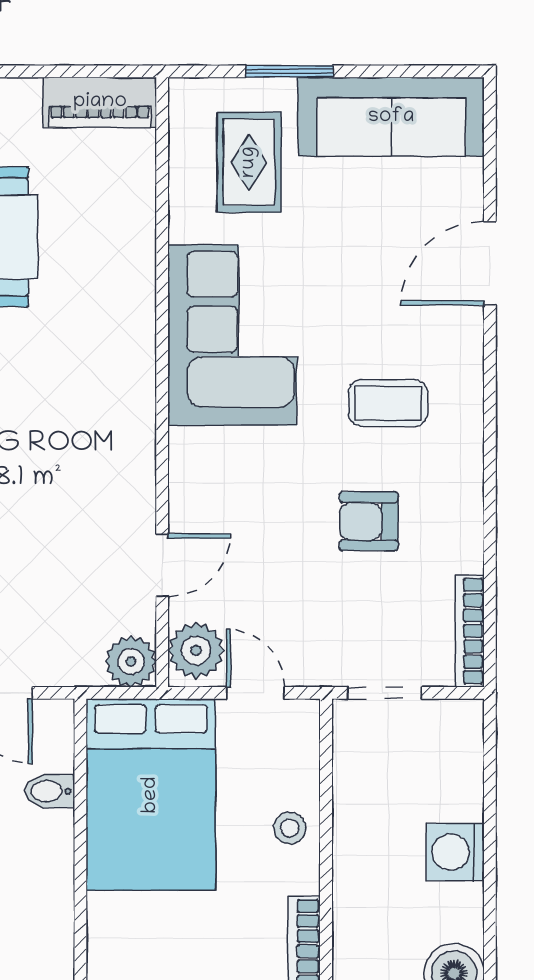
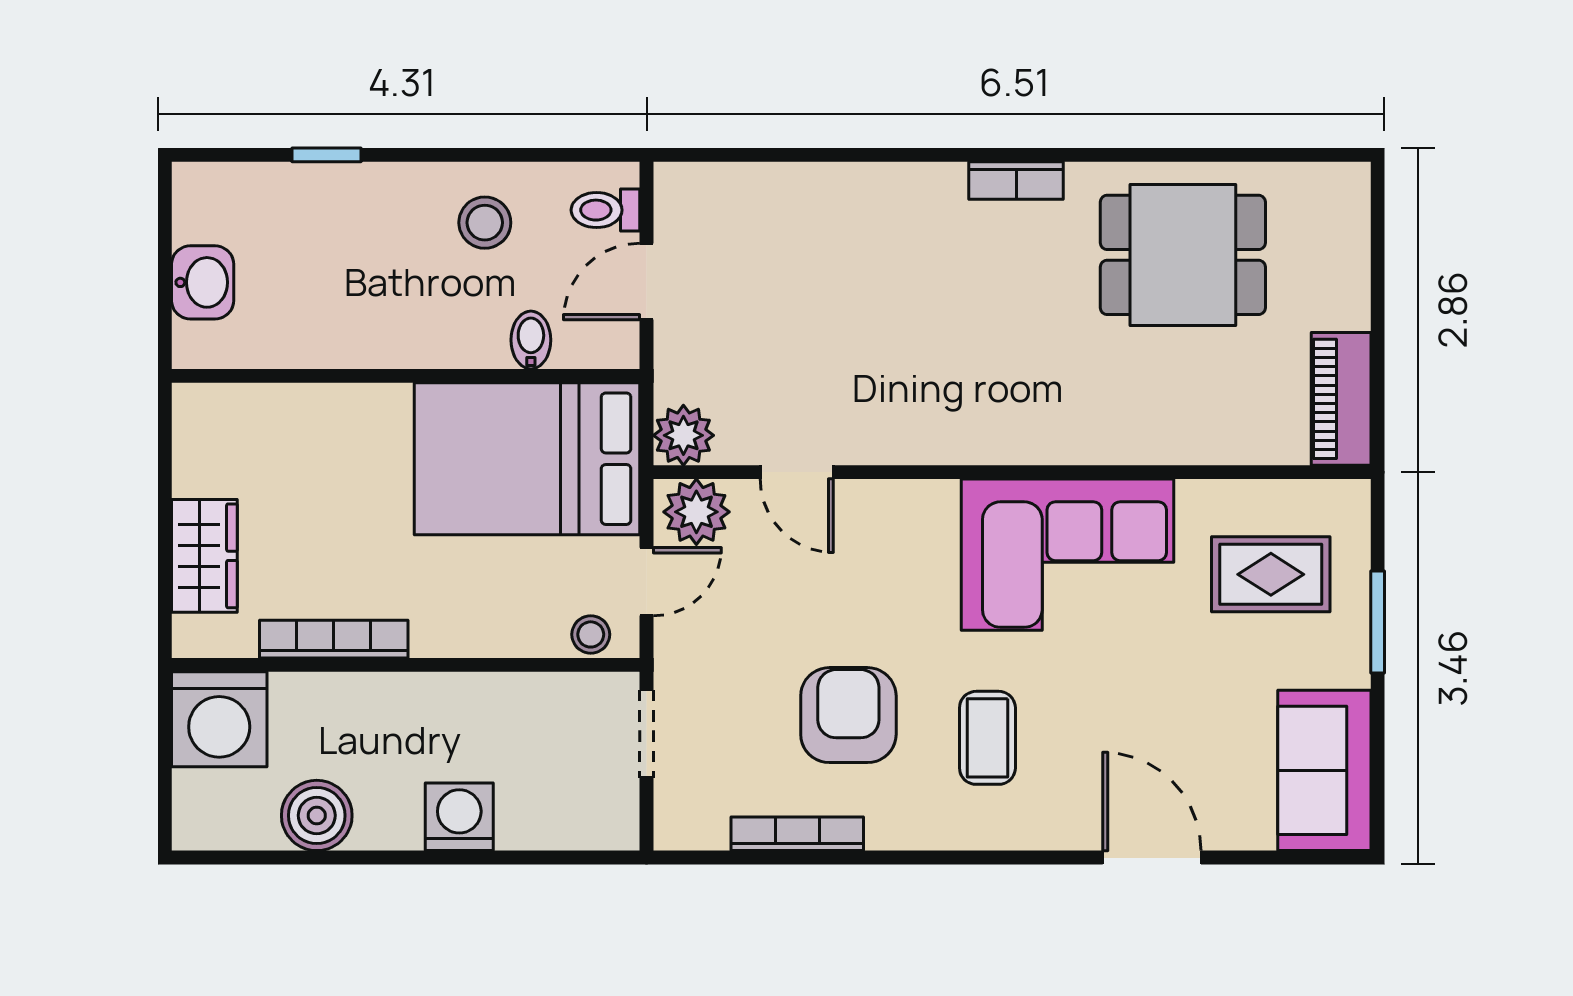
sofa: (391, 117) -> (1324, 770), width x0.73
armchair: (369, 521) -> (848, 715), width x1.38, depth x1.38
bookcase: (470, 631) -> (797, 834), moved
stool: (290, 828) -> (591, 634), moved

